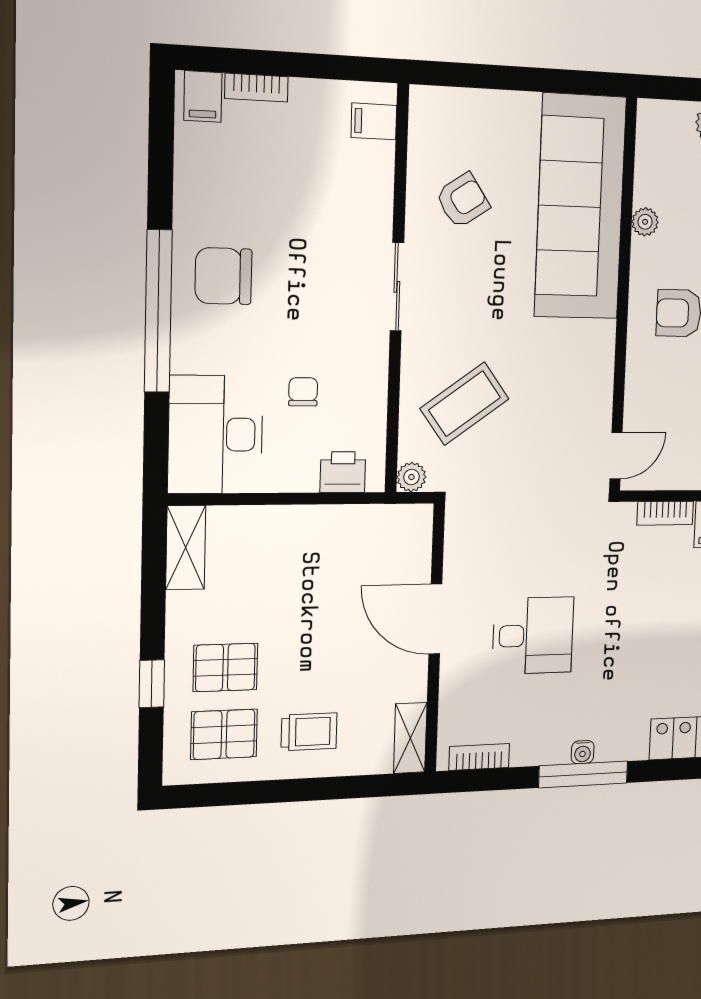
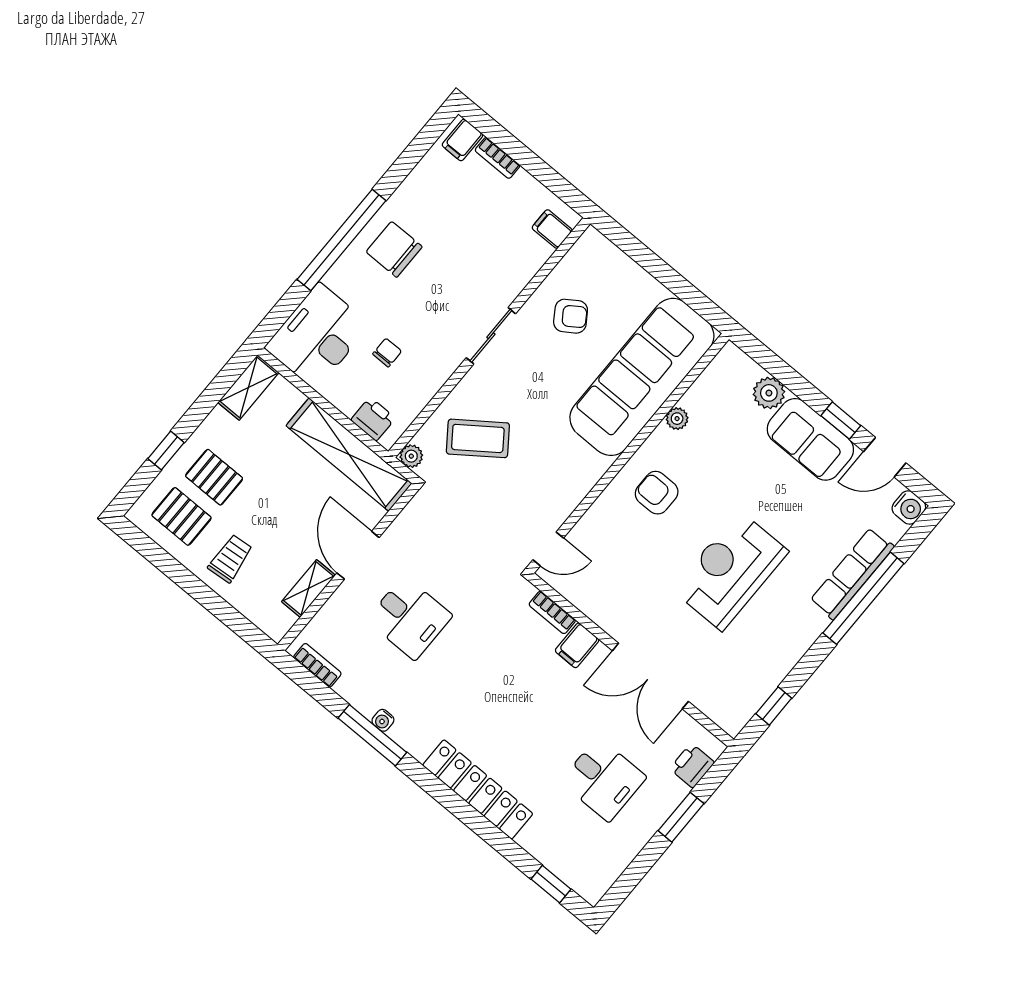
shelving: (347, 528) -> (349, 455), added
trolley: (309, 732) -> (230, 558), turned -95
shelving: (410, 738) -> (309, 588), moved

